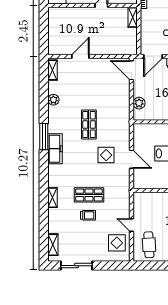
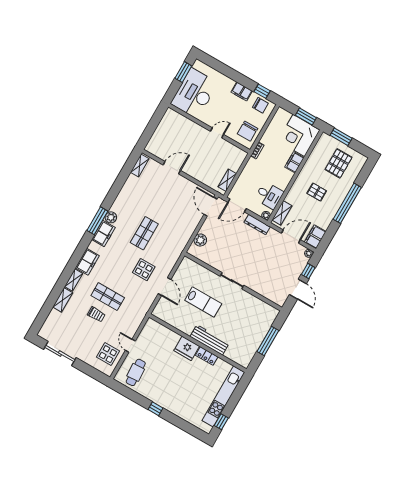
shelving: (133, 17) -> (227, 180), moved
plant: (53, 100) -> (111, 217), moved
freezer: (55, 149) -> (103, 234), width x0.71
freezer: (55, 176) -> (87, 262), added
shelving: (53, 245) -> (63, 300), moved

